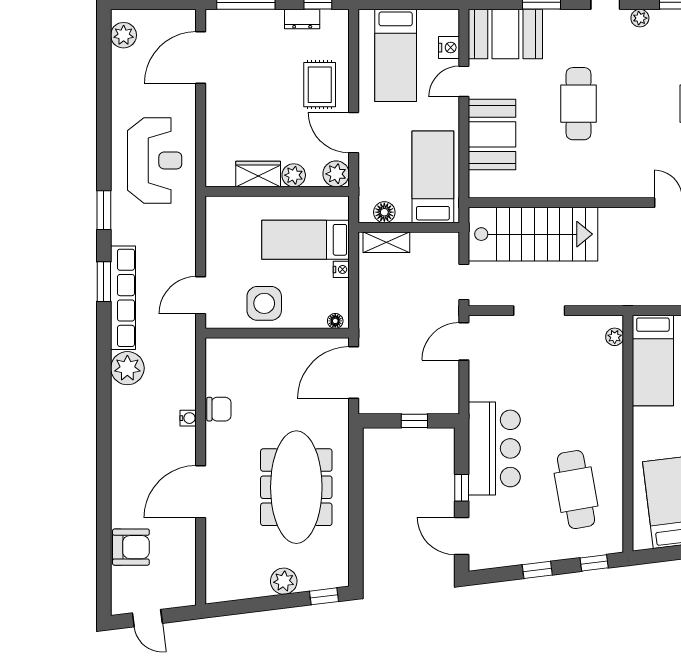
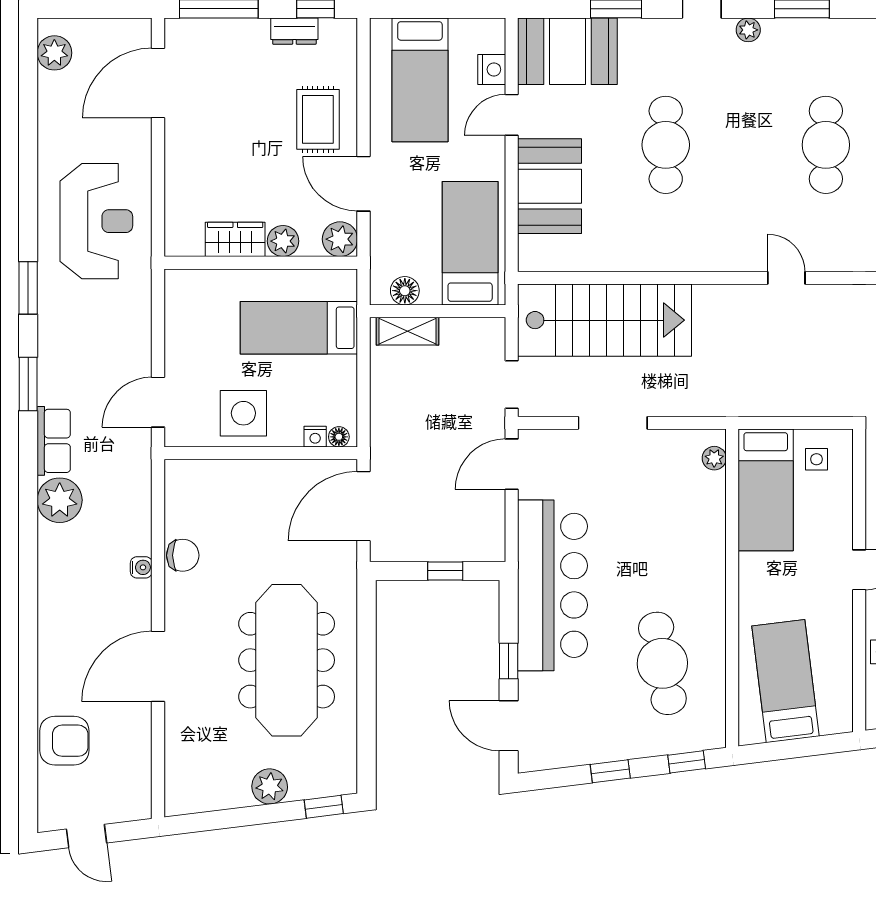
nightstand: (341, 269) -> (315, 437), moved, turned 90
row of seats: (123, 298) -> (54, 441), width x0.50
bar counter: (494, 448) -> (552, 585), width x1.36

